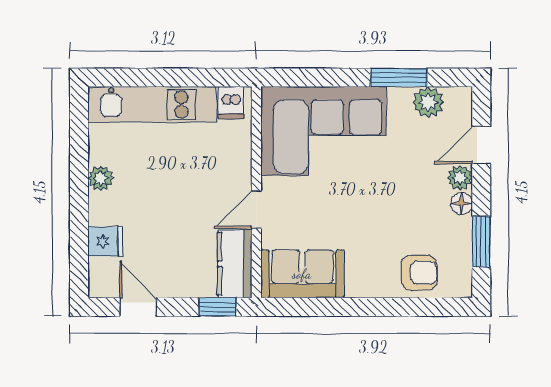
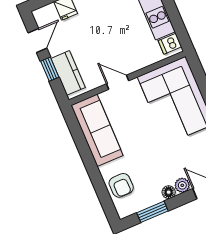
kitchen counter: (235, 264) -> (68, 73), moved, turned 90
sofa: (302, 274) -> (97, 130), width x1.36
window: (217, 307) -> (50, 69), moved

